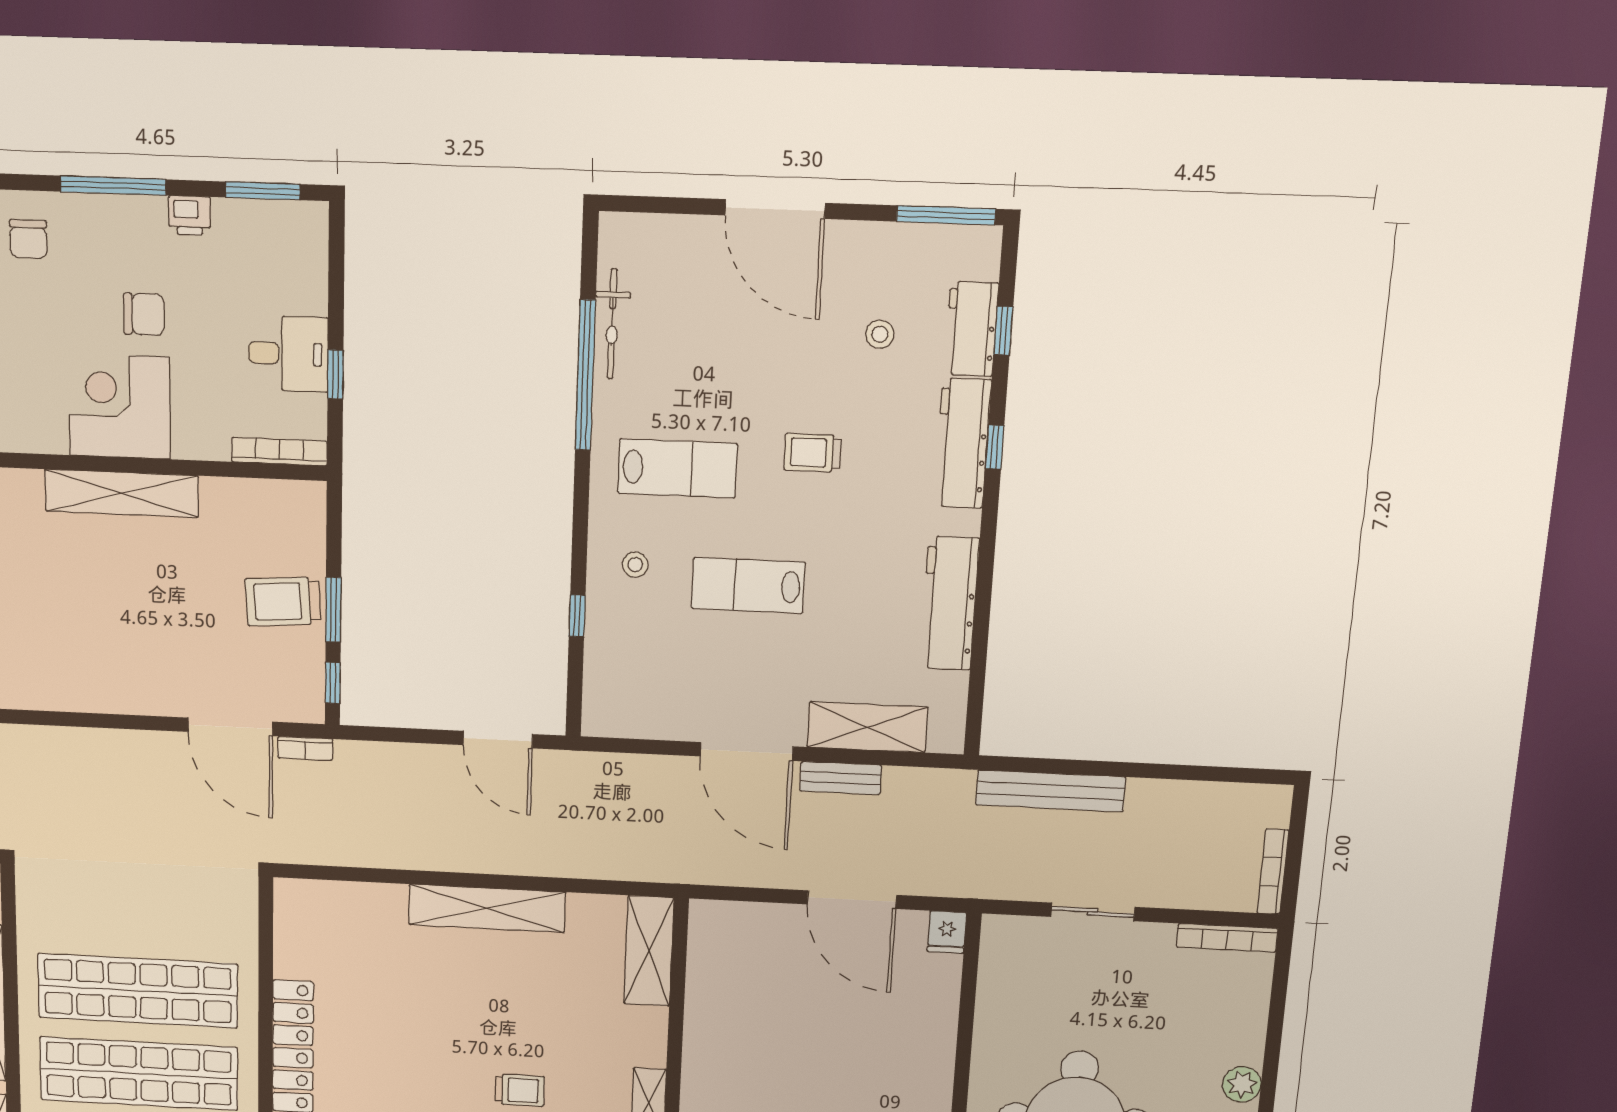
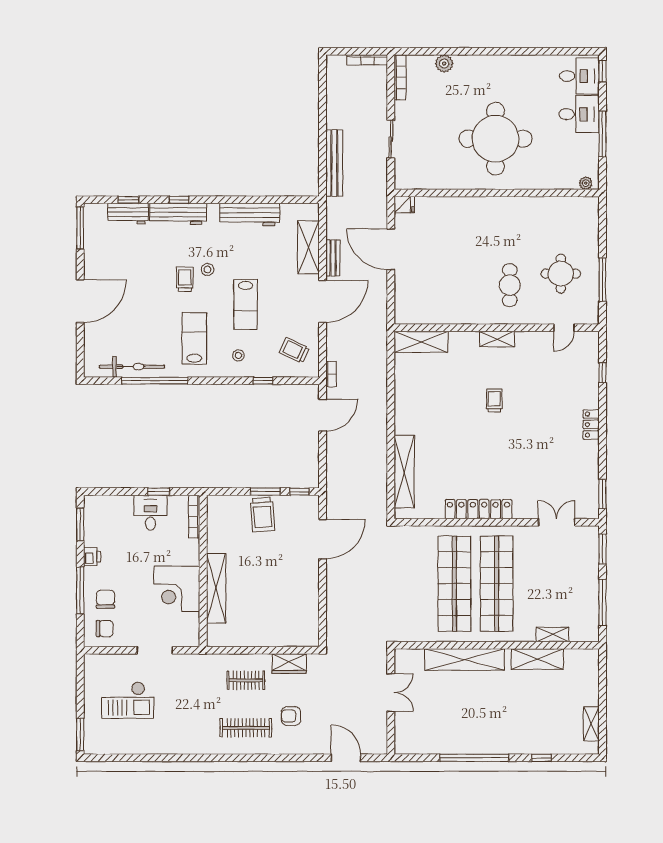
chair: (144, 314) -> (105, 599), moved
bicycle: (612, 324) -> (132, 367), width x1.37, depth x1.40
stool: (880, 334) -> (207, 269), moved
trolley: (813, 453) -> (185, 279), turned 180
trolley: (642, 686) -> (294, 350), added
bookcase: (305, 748) -> (331, 374), moved
door: (852, 900) -> (391, 249), swing flipped
shelving: (487, 908) -> (404, 472), moved
plant: (1242, 1084) -> (444, 64), moved

